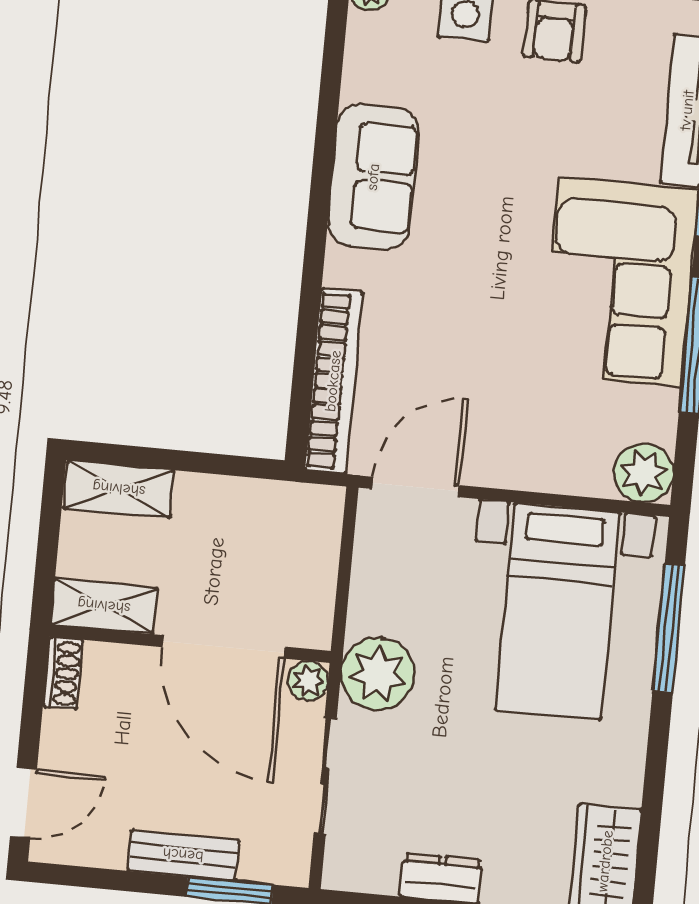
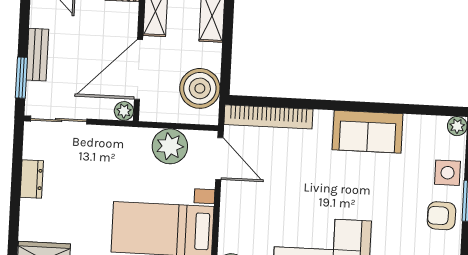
boiler: (268, 521) -> (200, 88), added
plant: (378, 674) -> (170, 146), moved
sliding door: (325, 776) -> (59, 120), moved

